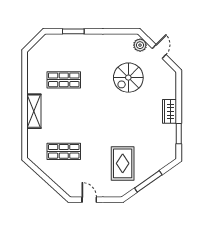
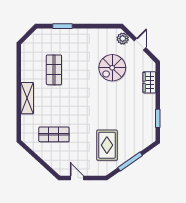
shop shelf: (64, 80) -> (54, 70), turned 90
wardrobe: (169, 111) -> (149, 82), moved

